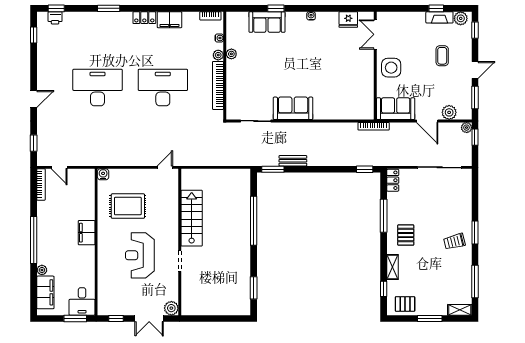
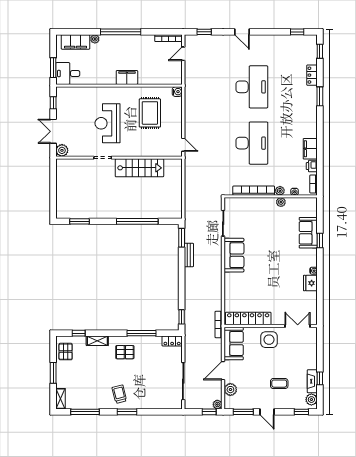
printer: (55, 18) -> (312, 166), moved
locker: (144, 18) -> (312, 75), moved
fridge: (348, 20) -> (310, 283), moved
locker: (367, 92) -> (248, 318), added
reception desk: (140, 255) -> (107, 123), turned -90

